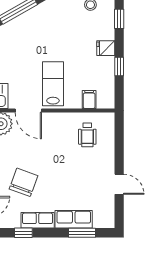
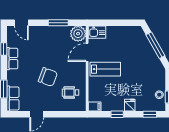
filing cabinet: (89, 99) -> (95, 106), moved
chair: (24, 182) -> (48, 77), moved
row of seats: (74, 219) -> (13, 99), moved

